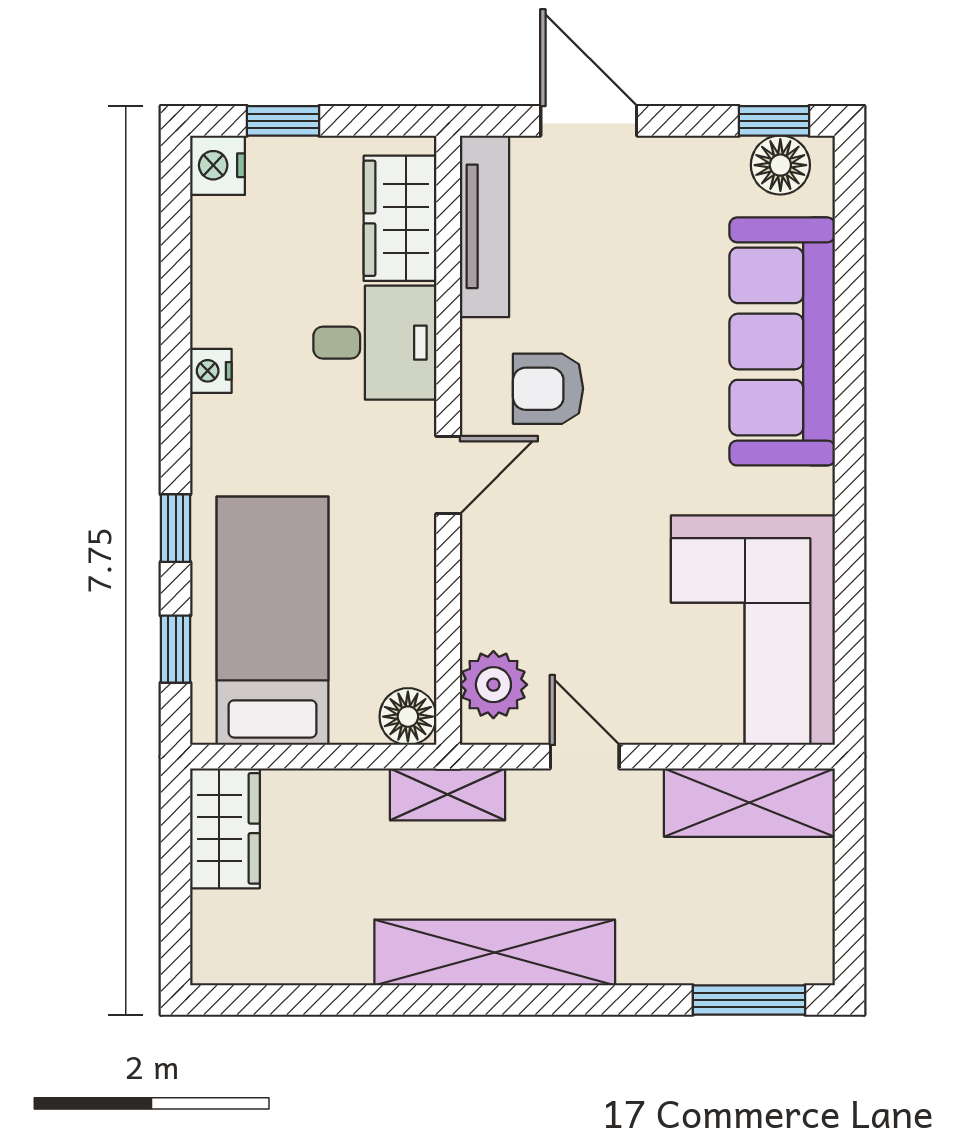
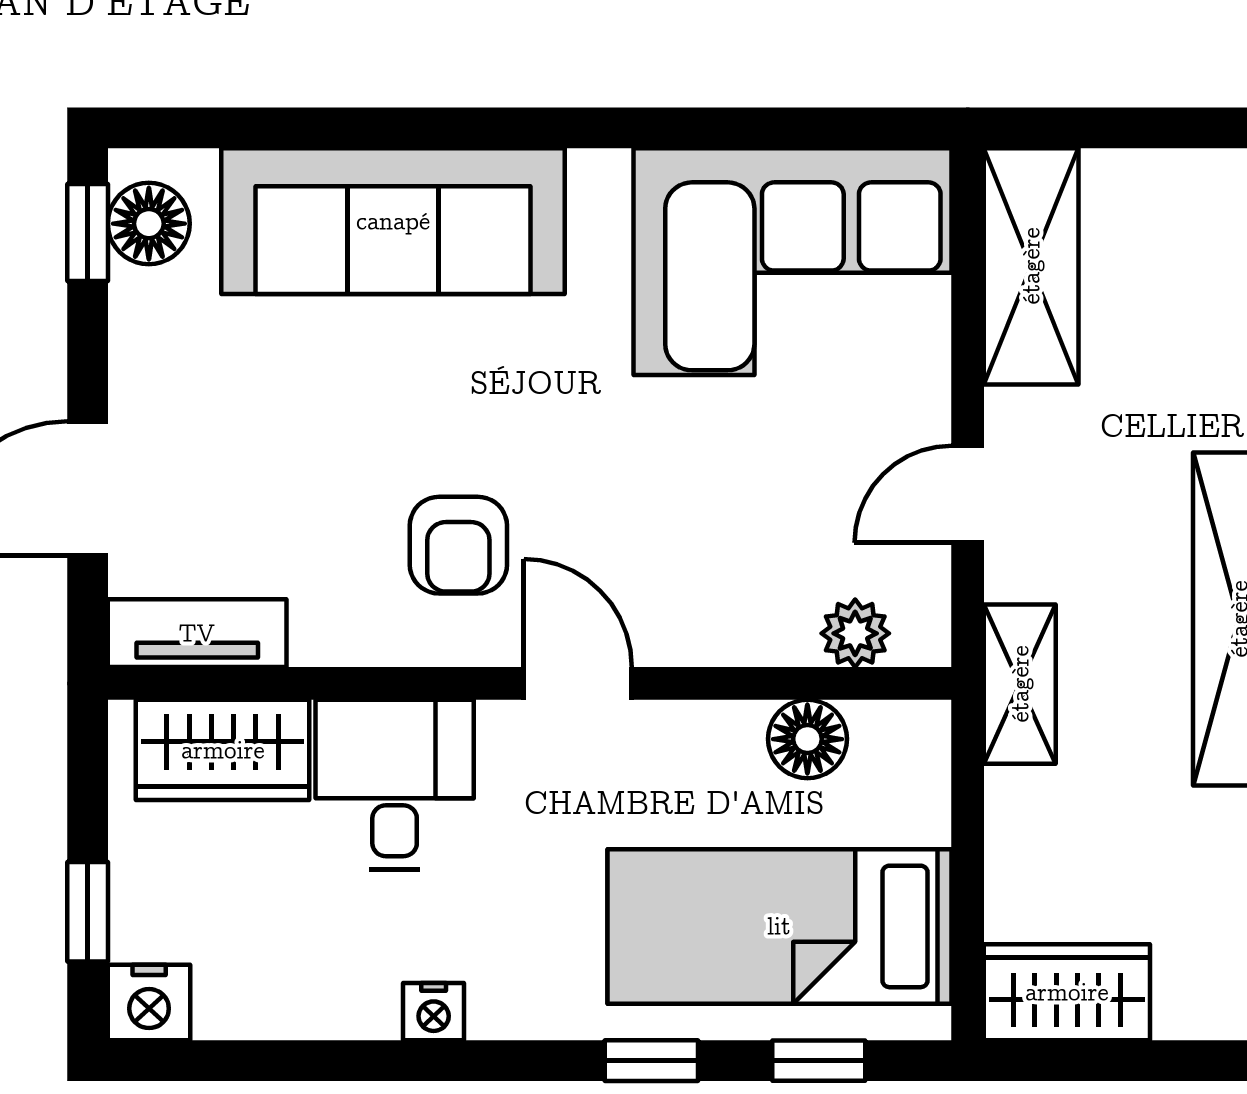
tv unit: (484, 226) -> (197, 633), width x0.71
plant: (493, 685) -> (855, 633), width x0.73, depth x0.73
floor lamp: (408, 717) -> (807, 739), moved

